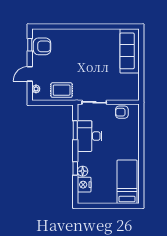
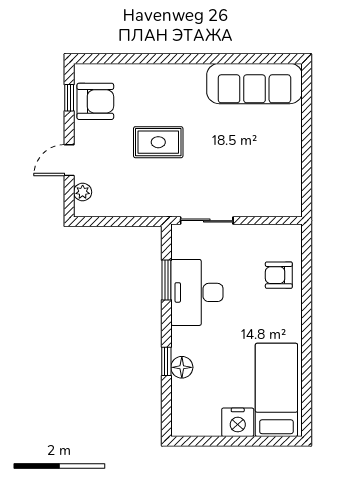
sofa: (130, 51) -> (254, 84), moved, turned -90
rug: (62, 90) -> (158, 142), moved
armchair: (122, 112) -> (279, 275), moved
nightstand: (84, 185) -> (238, 422), moved, turned -90

